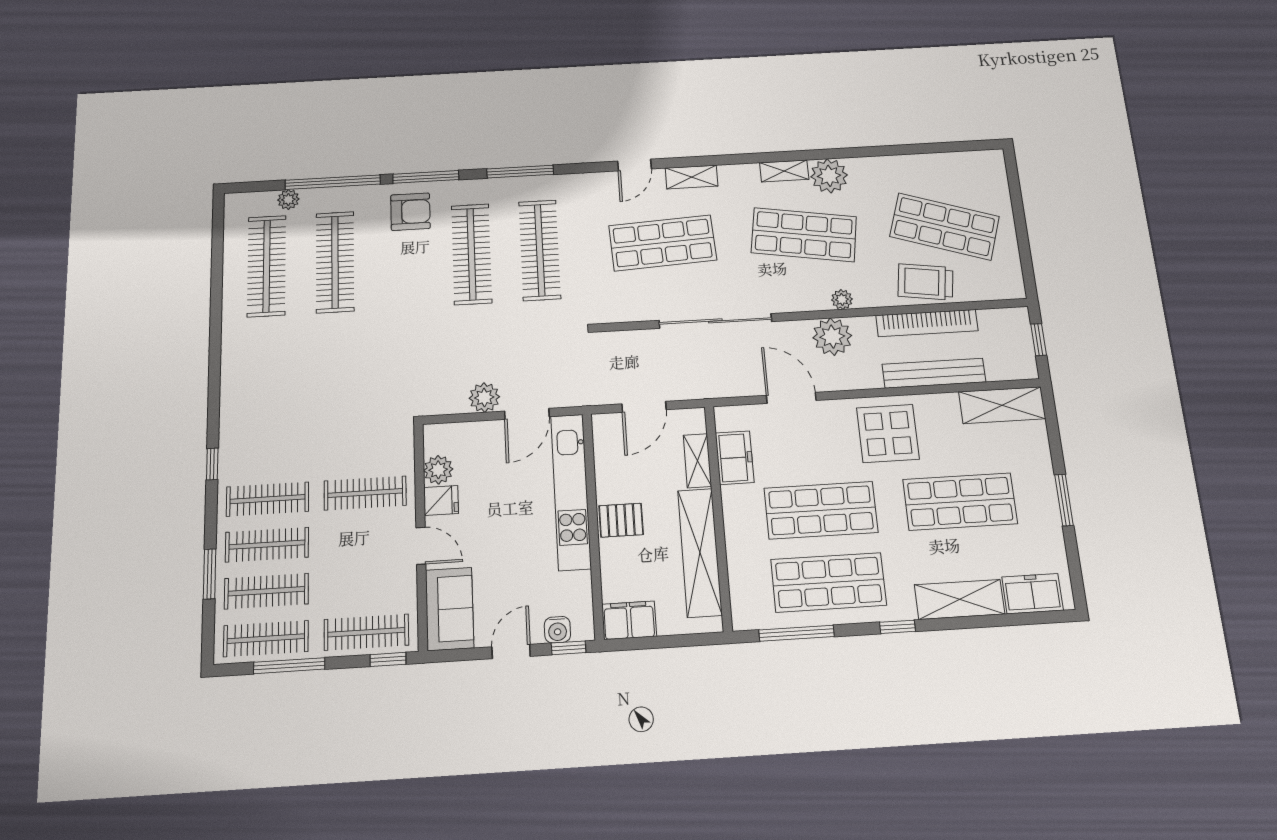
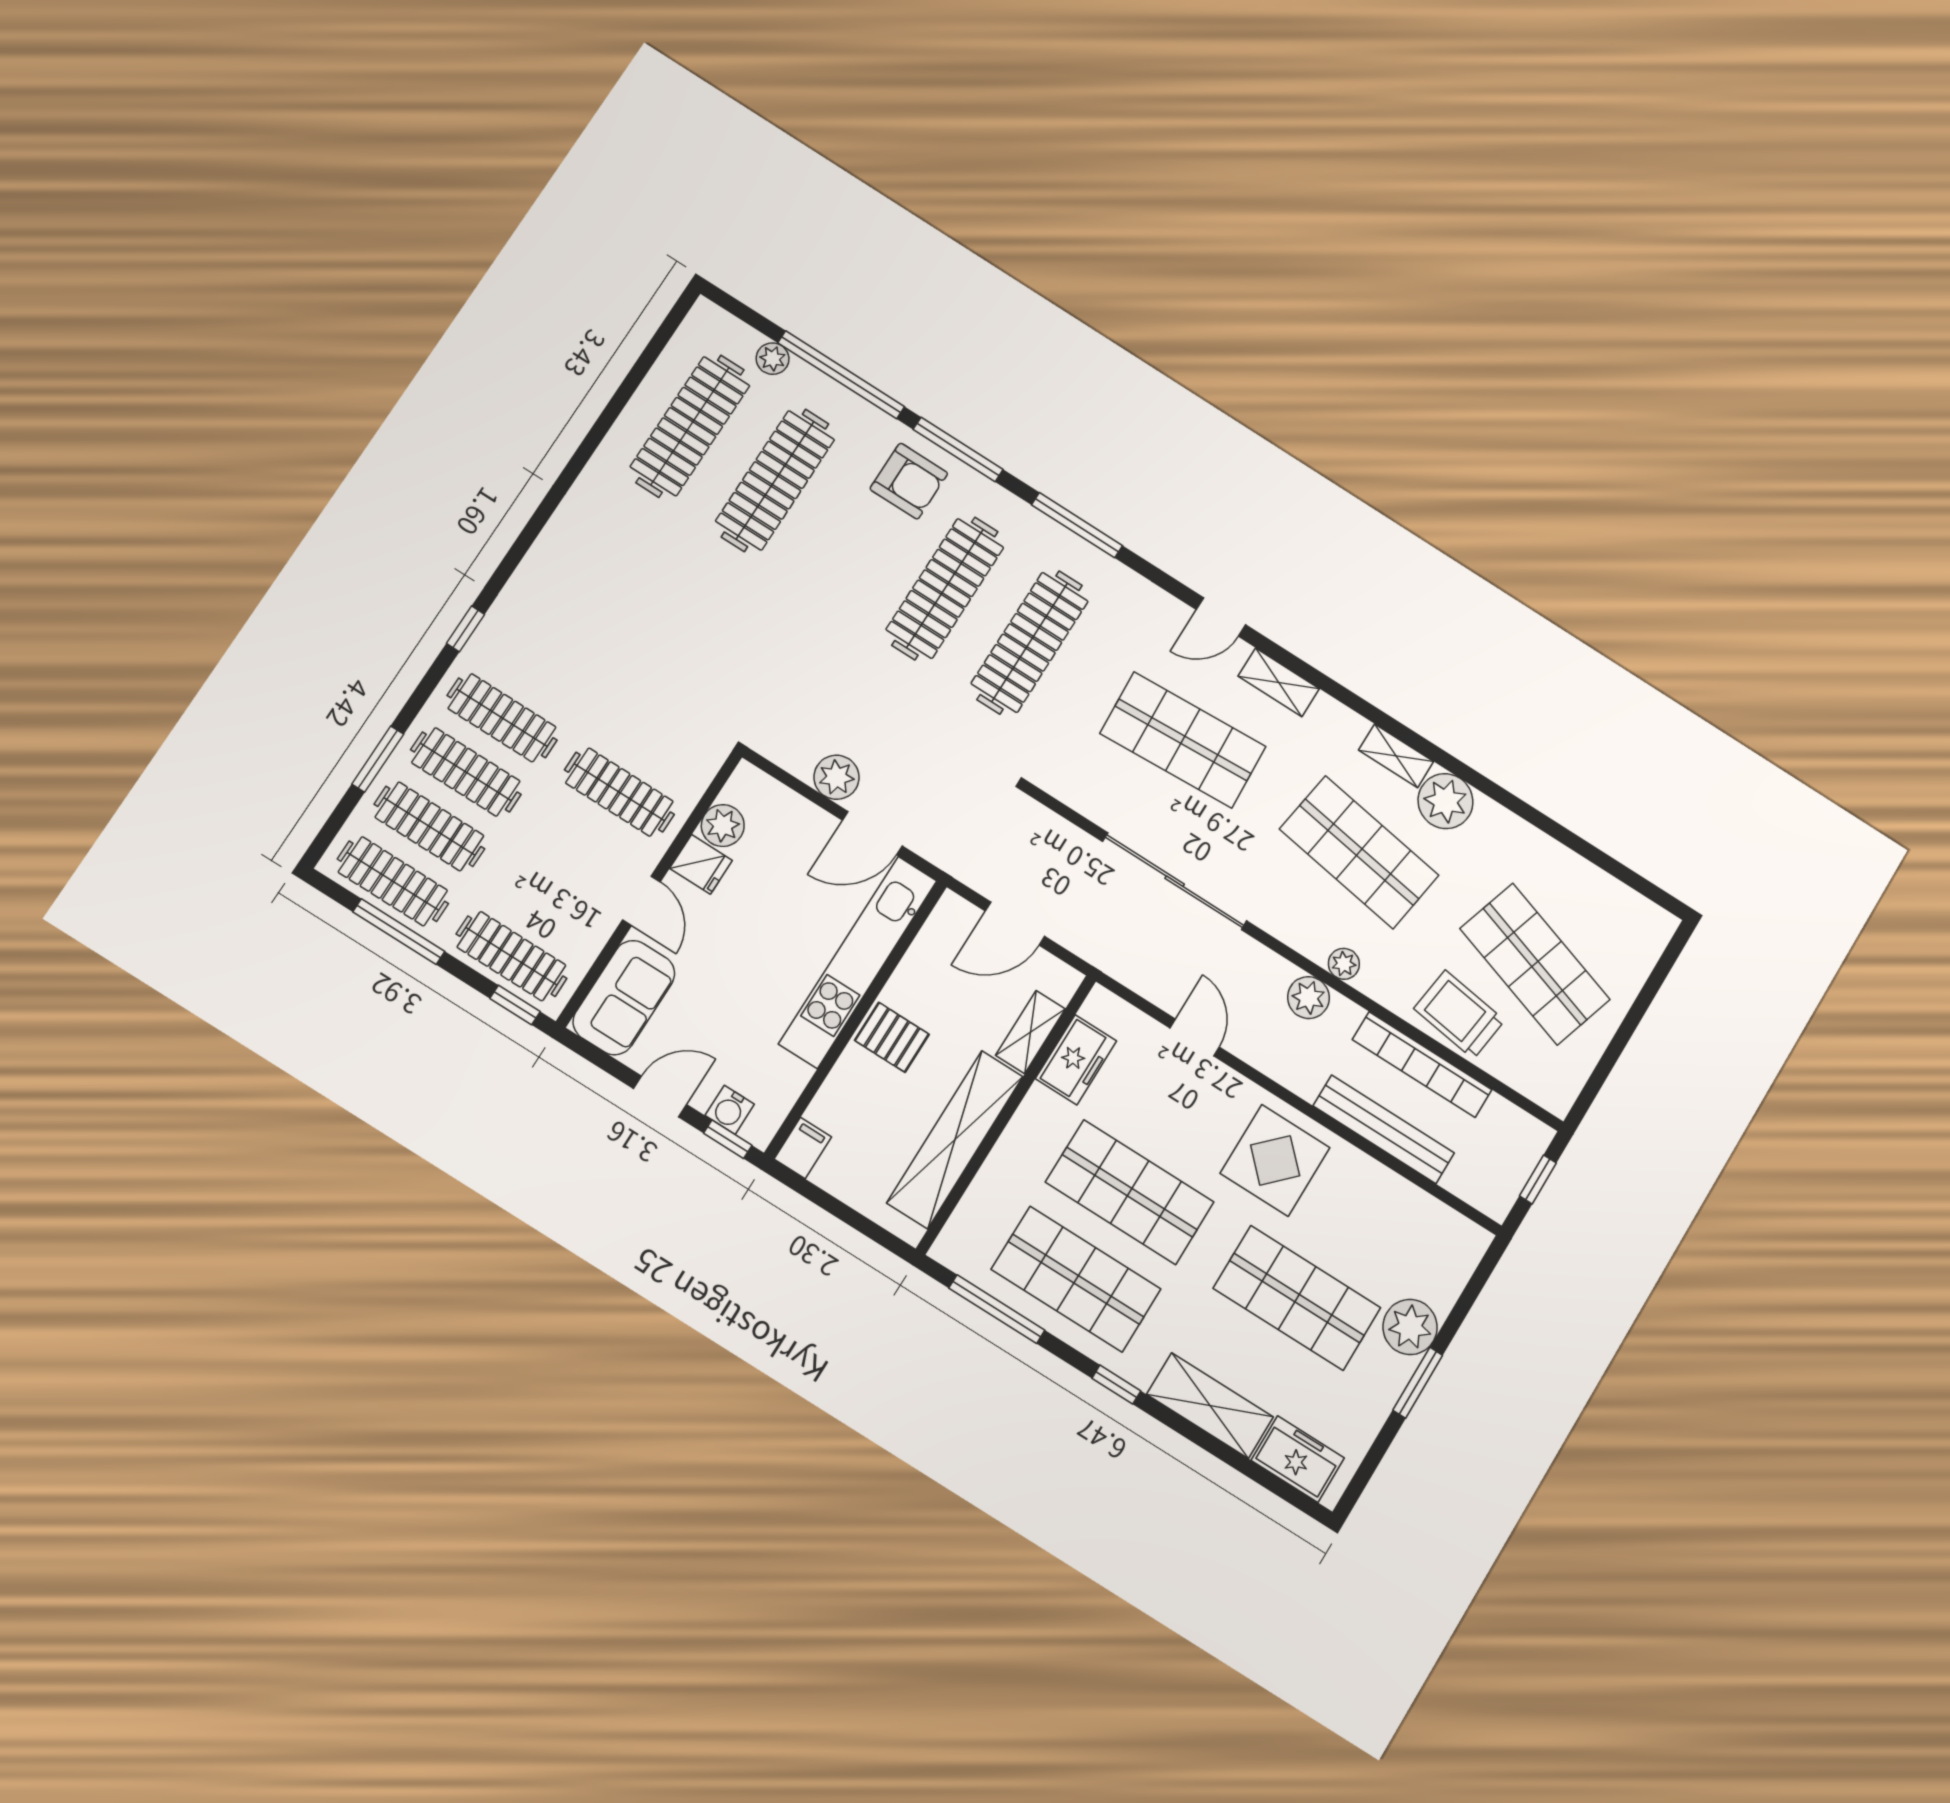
plant: (832, 337) -> (1308, 998), width x0.73, depth x0.73
door: (791, 398) -> (1195, 1038), width x0.73
shelving: (1002, 405) -> (1434, 1224), removed
plant: (1035, 472) -> (1410, 1327), added
filing cabinet: (629, 620) -> (803, 1148), width x0.50

